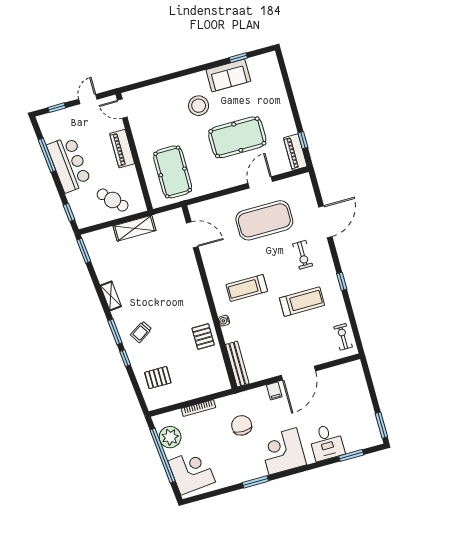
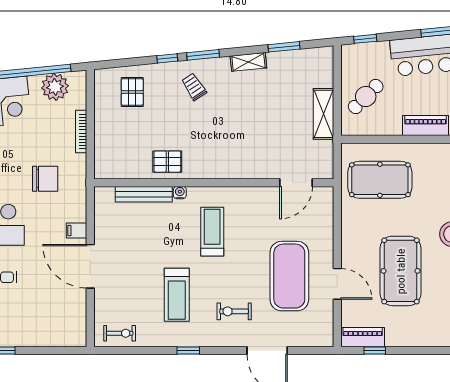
window: (84, 251) -> (284, 47), moved
bench: (237, 364) -> (144, 194), moved

